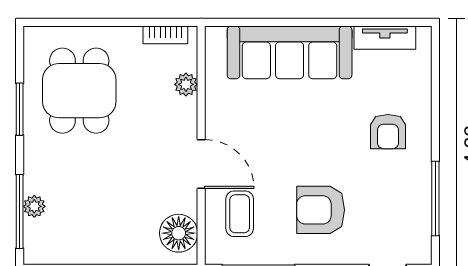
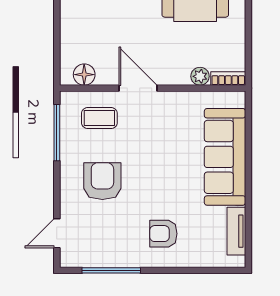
bookcase: (165, 35) -> (228, 78), moved, turned 90
door: (201, 164) -> (138, 88), swing flipped
floor lamp: (179, 233) -> (84, 75), width x0.73, depth x0.73

